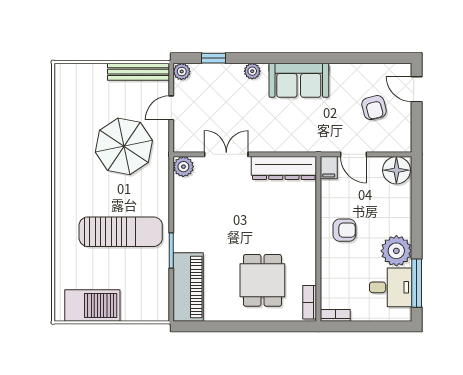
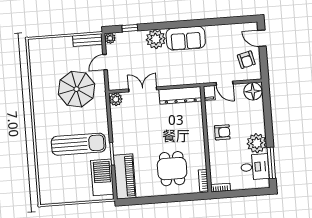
plant: (252, 71) -> (156, 39), width x1.87, depth x1.87
bench: (138, 72) -> (88, 40), width x0.73
armchair: (374, 108) -> (246, 60), moved
barbecue: (92, 305) -> (102, 177), moved, turned -90

